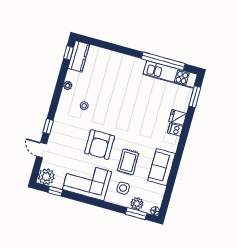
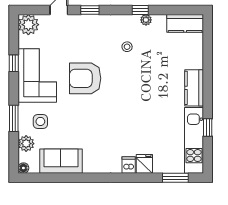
window: (69, 53) -> (140, 10), moved
window: (163, 61) -> (208, 127), width x0.32
kitchen counter: (130, 63) -> (194, 88), added
rug: (128, 162) -> (74, 119), removed
sofa: (162, 167) -> (61, 161), moved
window: (55, 191) -> (14, 63), moved
window: (136, 214) -> (14, 118), moved

